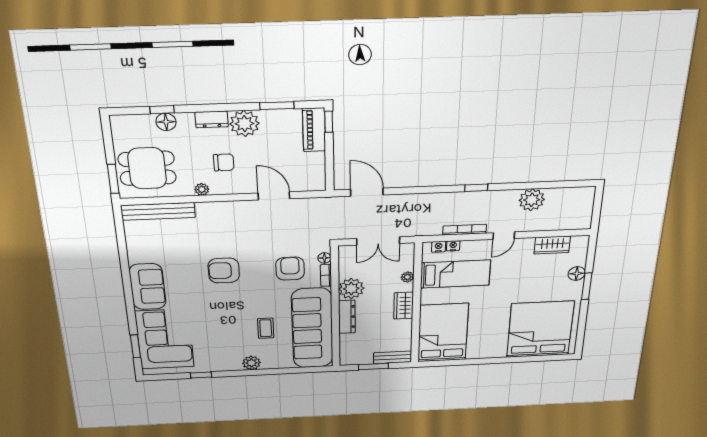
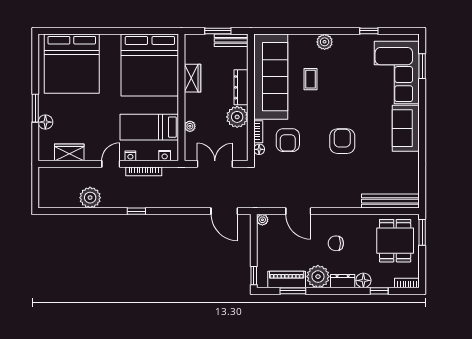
bookcase: (126, 120) -> (407, 283), added
floor lamp: (166, 122) -> (363, 280), moved
piano: (314, 130) -> (287, 279), moved, turned -90
dining table: (147, 168) -> (395, 241), turned 90
plant: (202, 189) -> (262, 220), moved
nightstand: (453, 246) -> (130, 156), moved
armchair: (224, 271) -> (342, 141), turned -90
wardrobe: (404, 306) -> (192, 78), moved
bed: (443, 333) -> (150, 65), width x1.36
bench: (393, 357) -> (231, 40), moved

